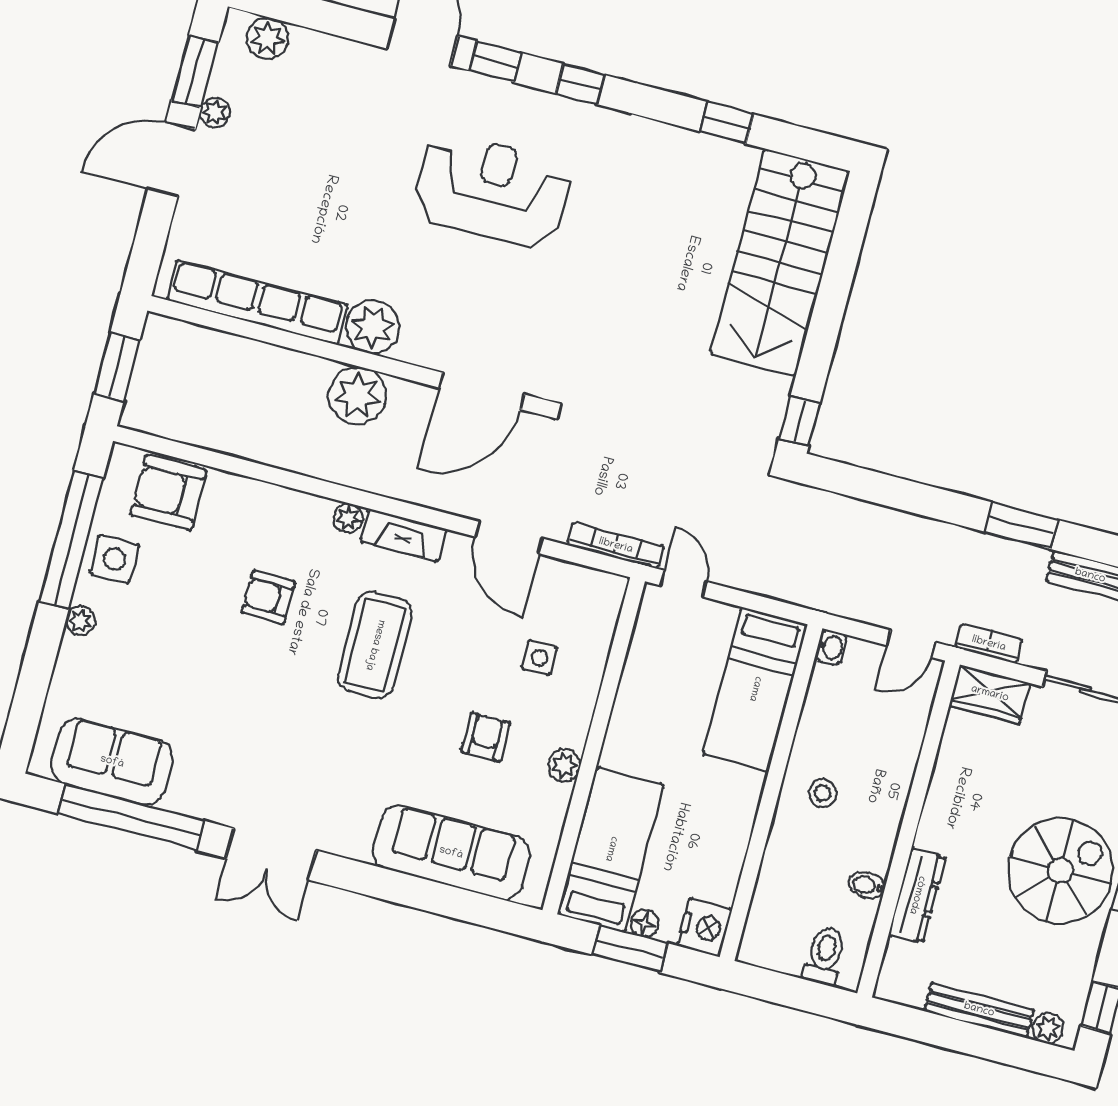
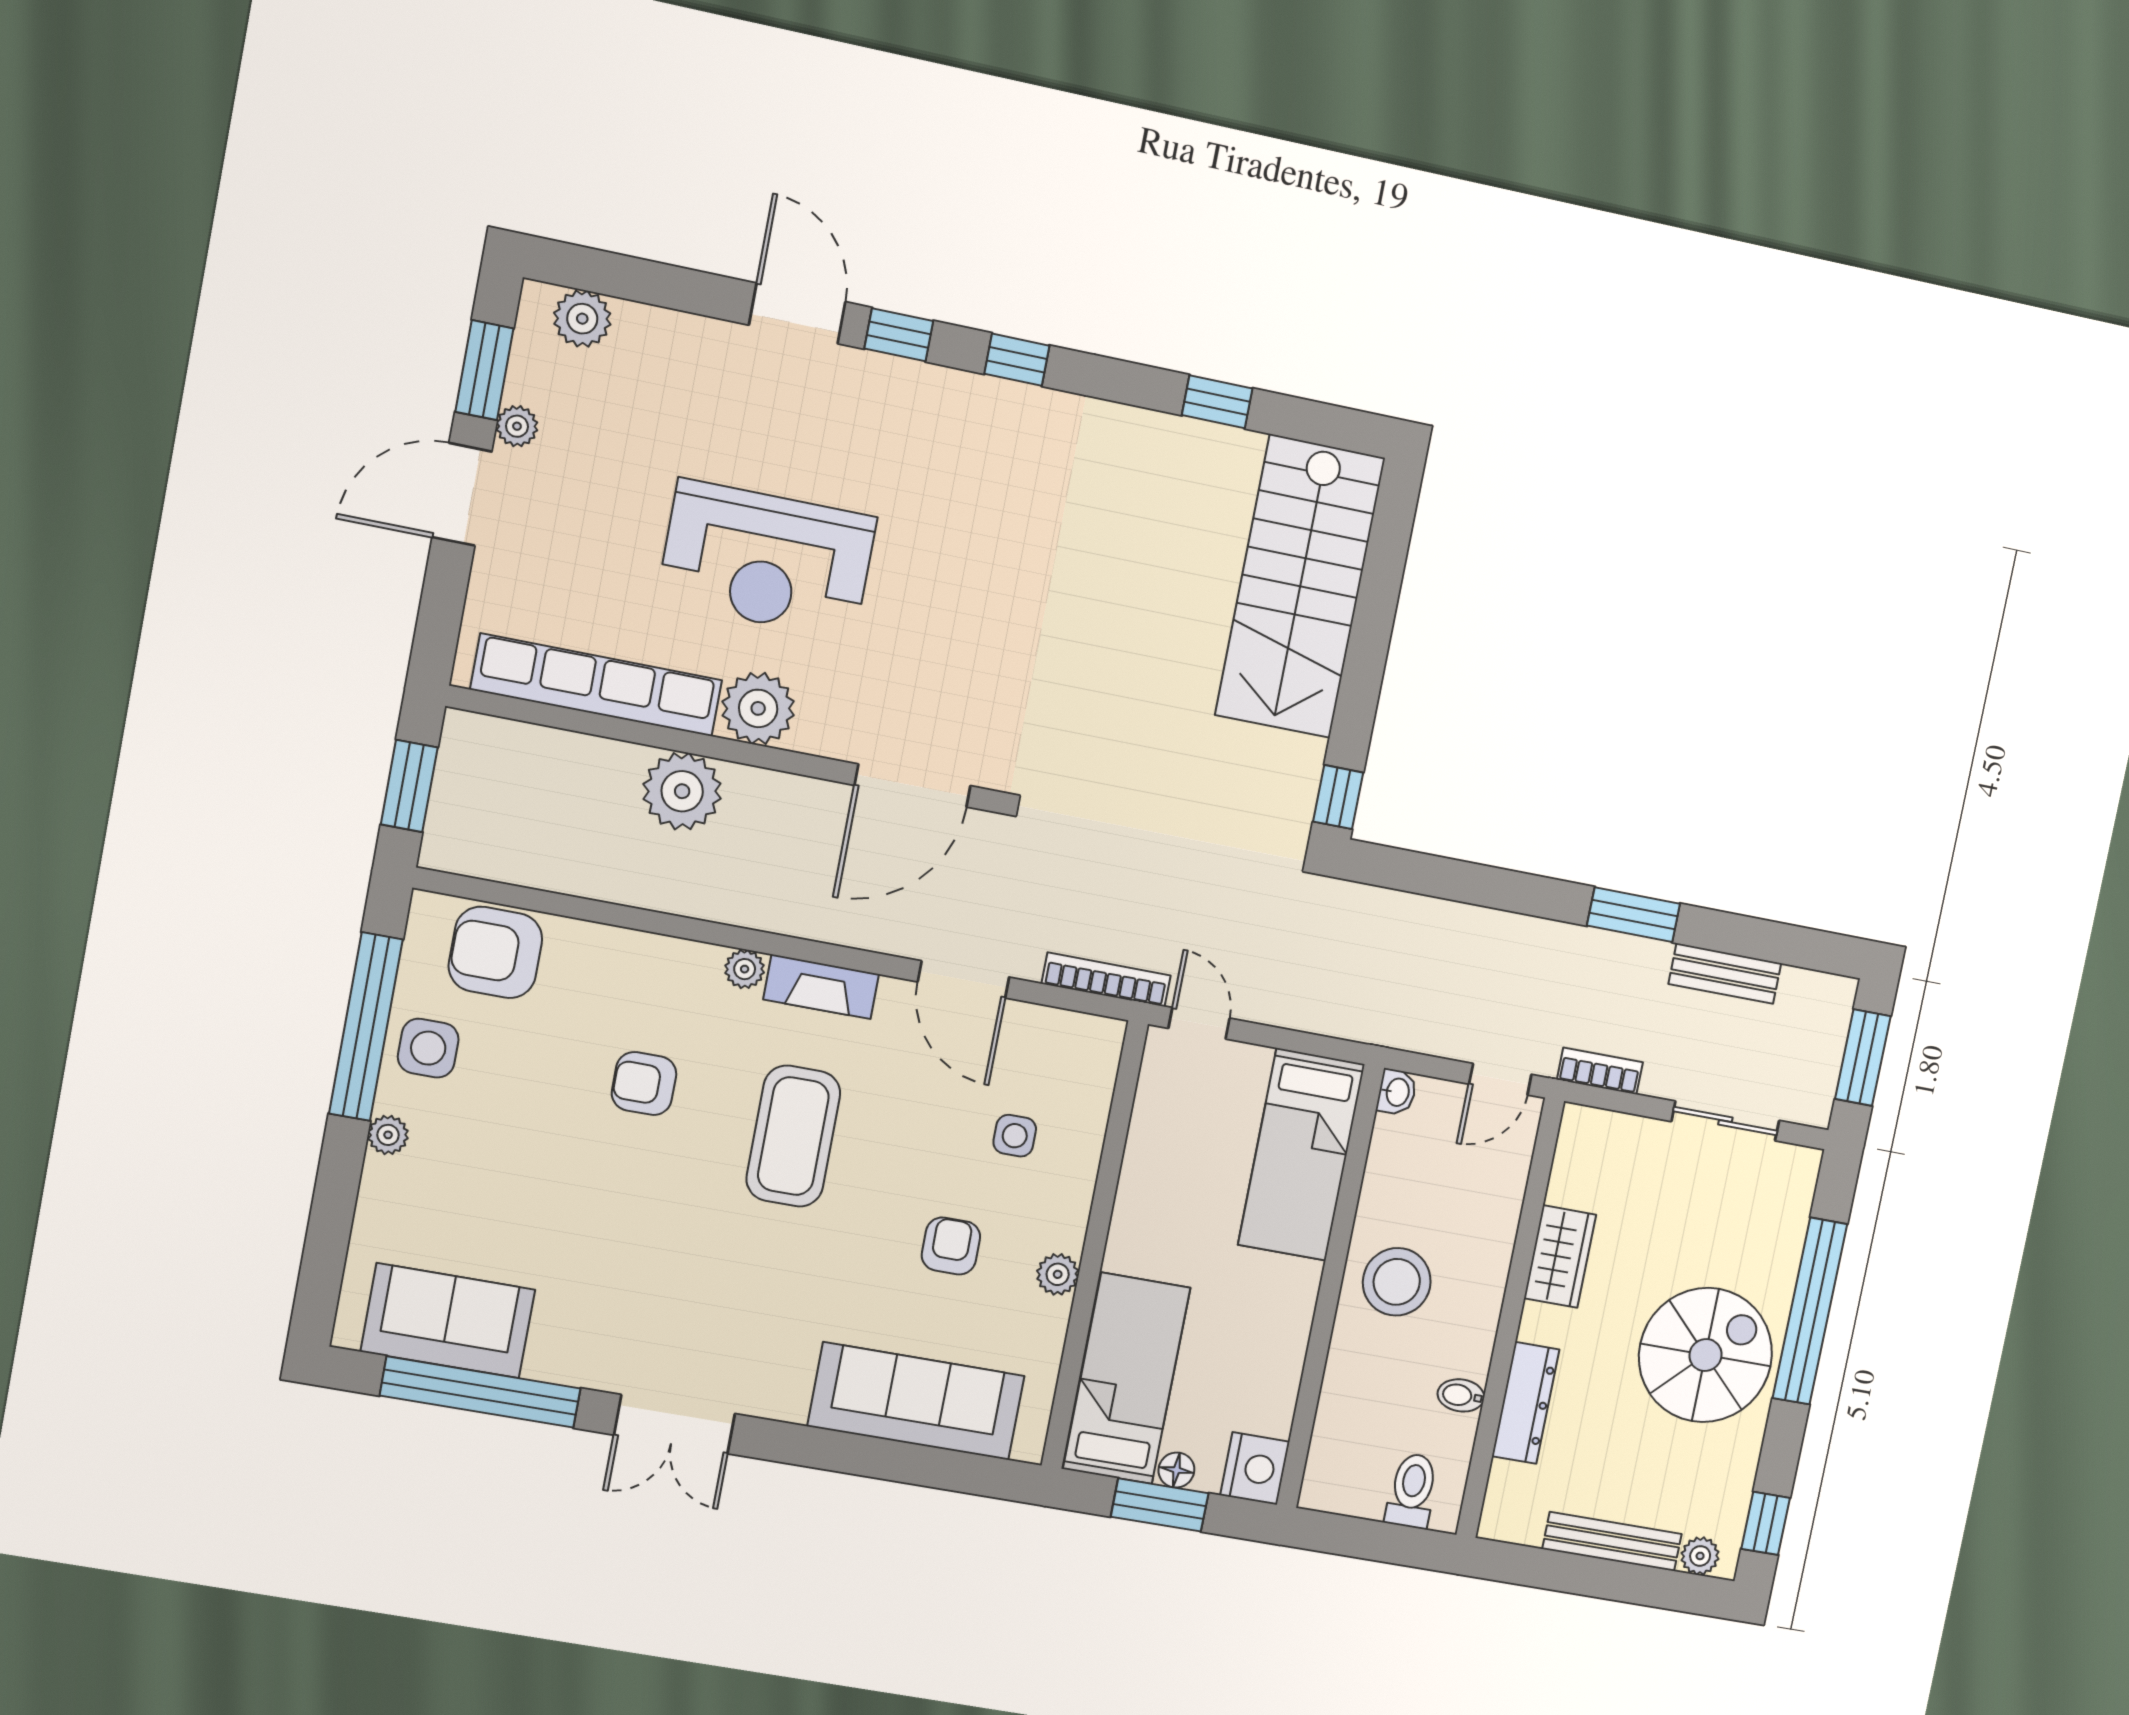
reception desk: (492, 191) -> (767, 559), moved, turned 180
plant: (357, 396) -> (682, 791), moved
wardrobe: (990, 694) -> (1560, 1256), moved, turned -90
stool: (822, 793) -> (1397, 1282), width x1.89, depth x1.89

